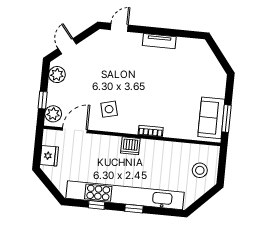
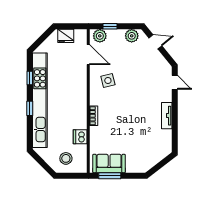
dishwasher: (130, 146) -> (80, 137), moved

